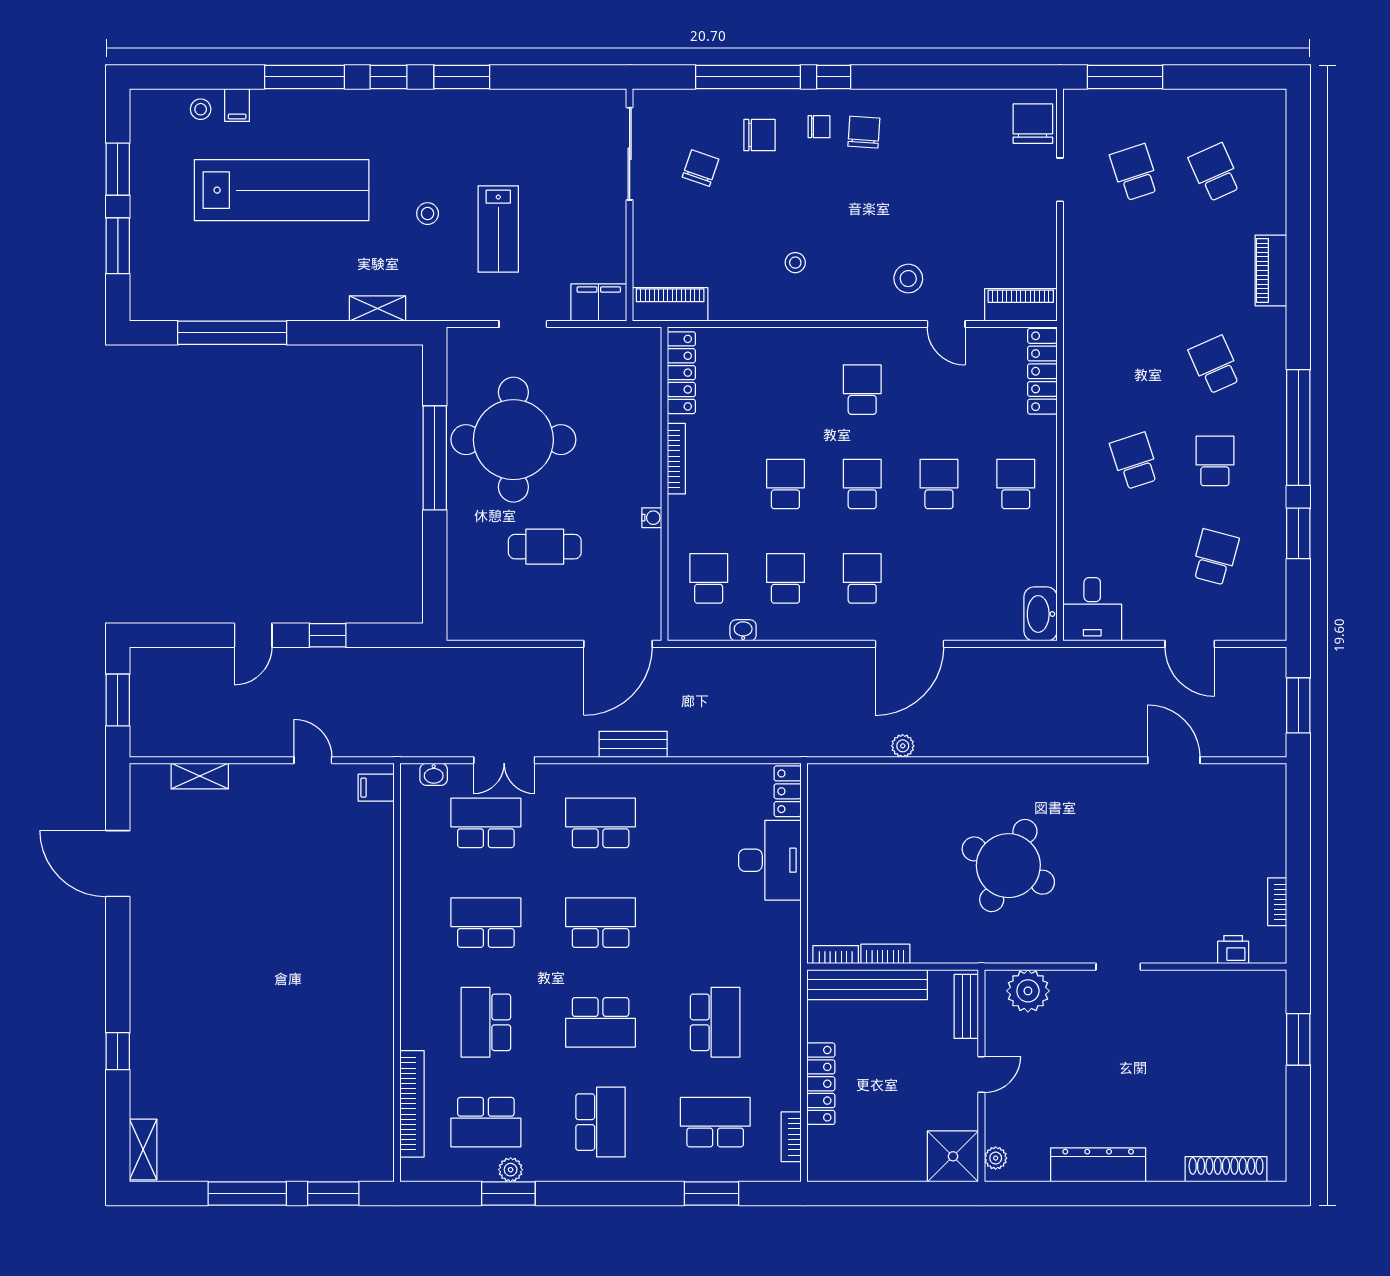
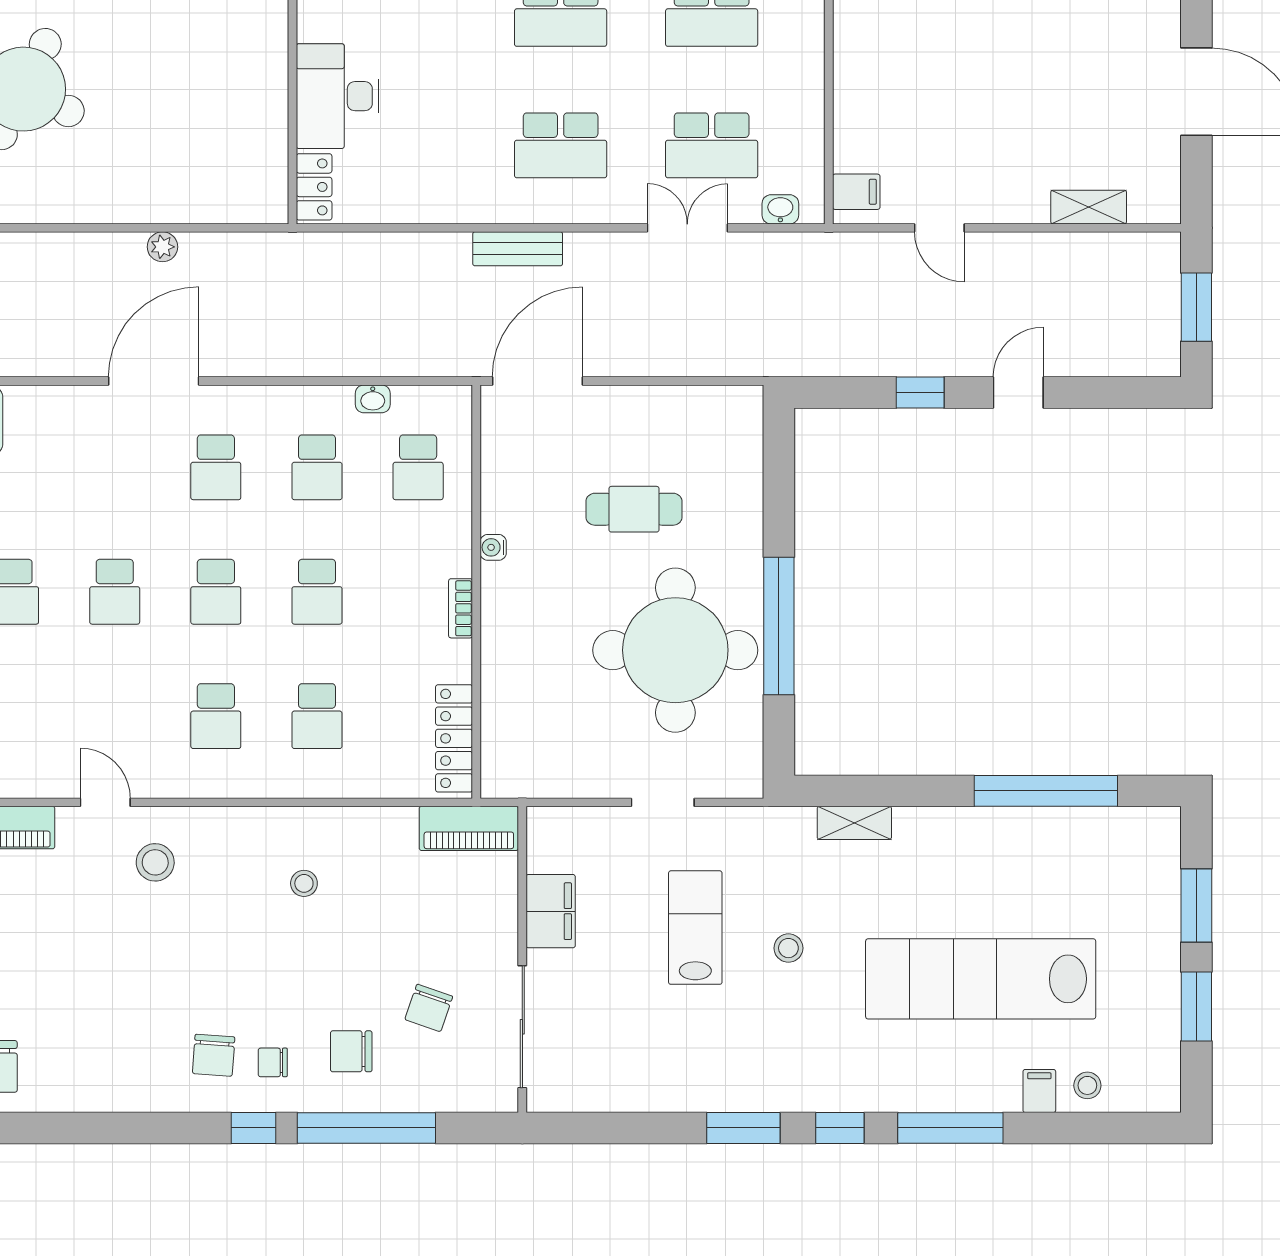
filing cabinet: (599, 303) -> (551, 911), moved, turned -90
school desk: (785, 390) -> (317, 716), added
bookcase: (676, 459) -> (461, 608), width x0.64

